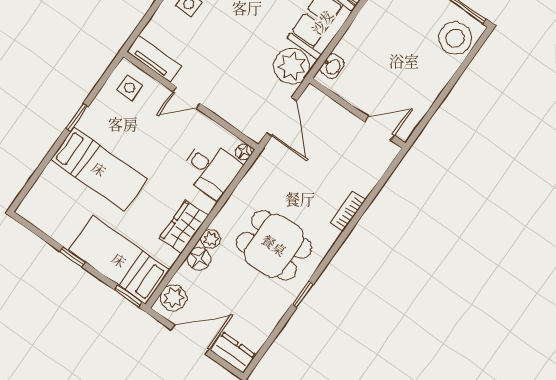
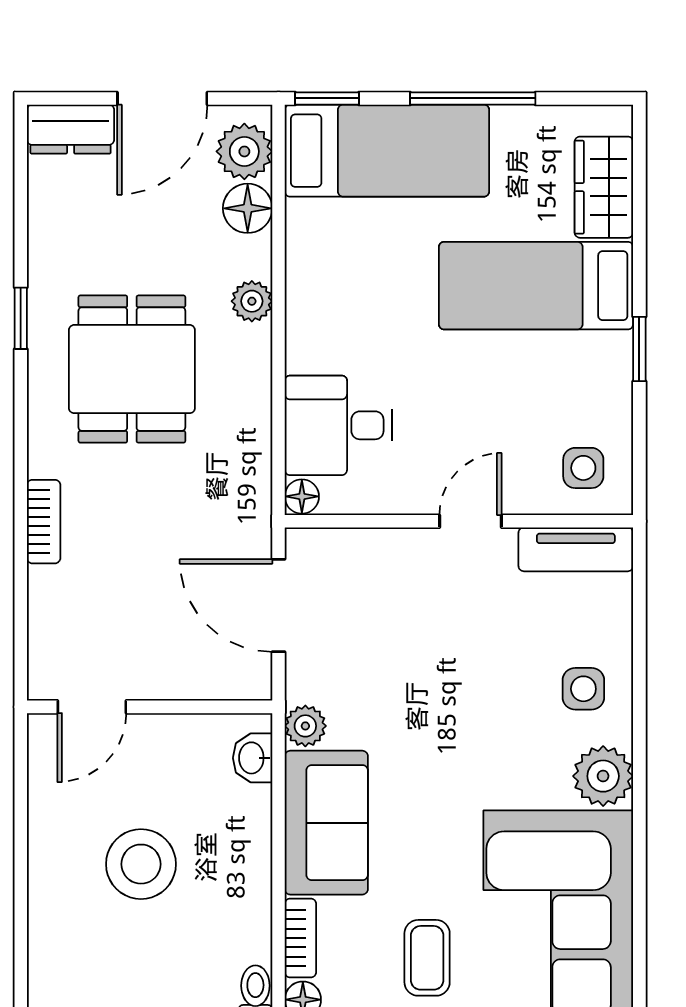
stool: (455, 38) -> (141, 864), moved
plant: (292, 66) -> (305, 726), width x0.53, depth x0.53
wardrobe: (184, 227) -> (604, 187), moved, turned 180
dining table: (274, 245) -> (132, 369), turned 90
window: (73, 257) -> (473, 98), width x2.17
floor lamp: (199, 259) -> (248, 208), moved

